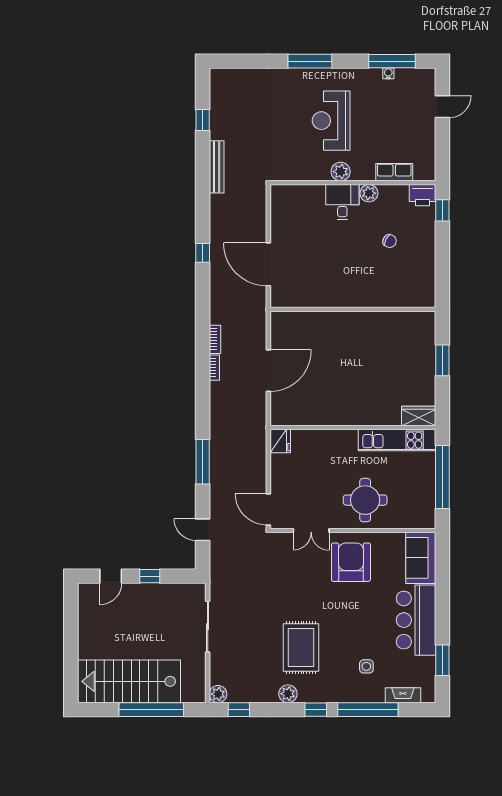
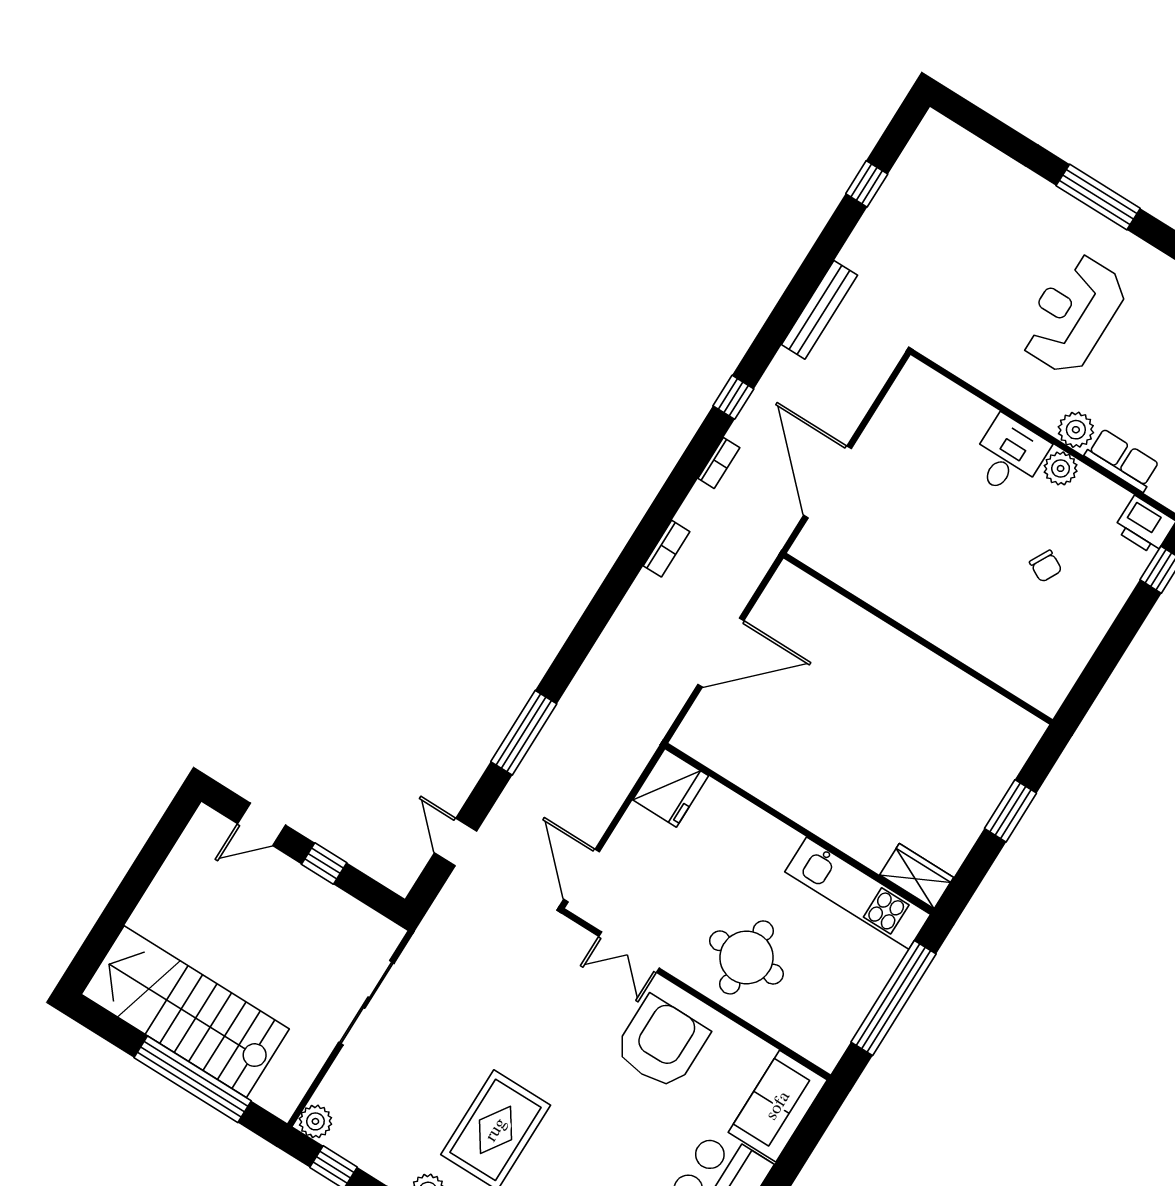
bench: (217, 167) -> (819, 310), moved
plant: (341, 172) -> (1076, 430), moved
bookcase: (214, 368) -> (719, 463), moved
fridge: (280, 441) -> (671, 788), width x1.36, depth x1.34

